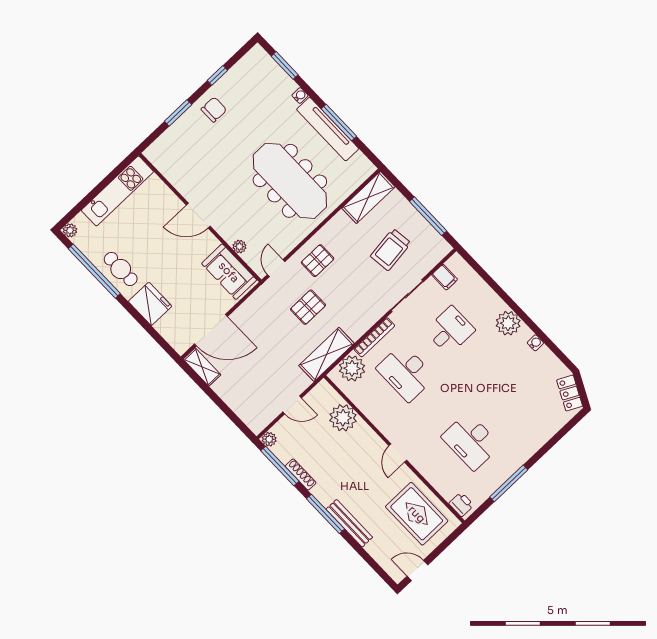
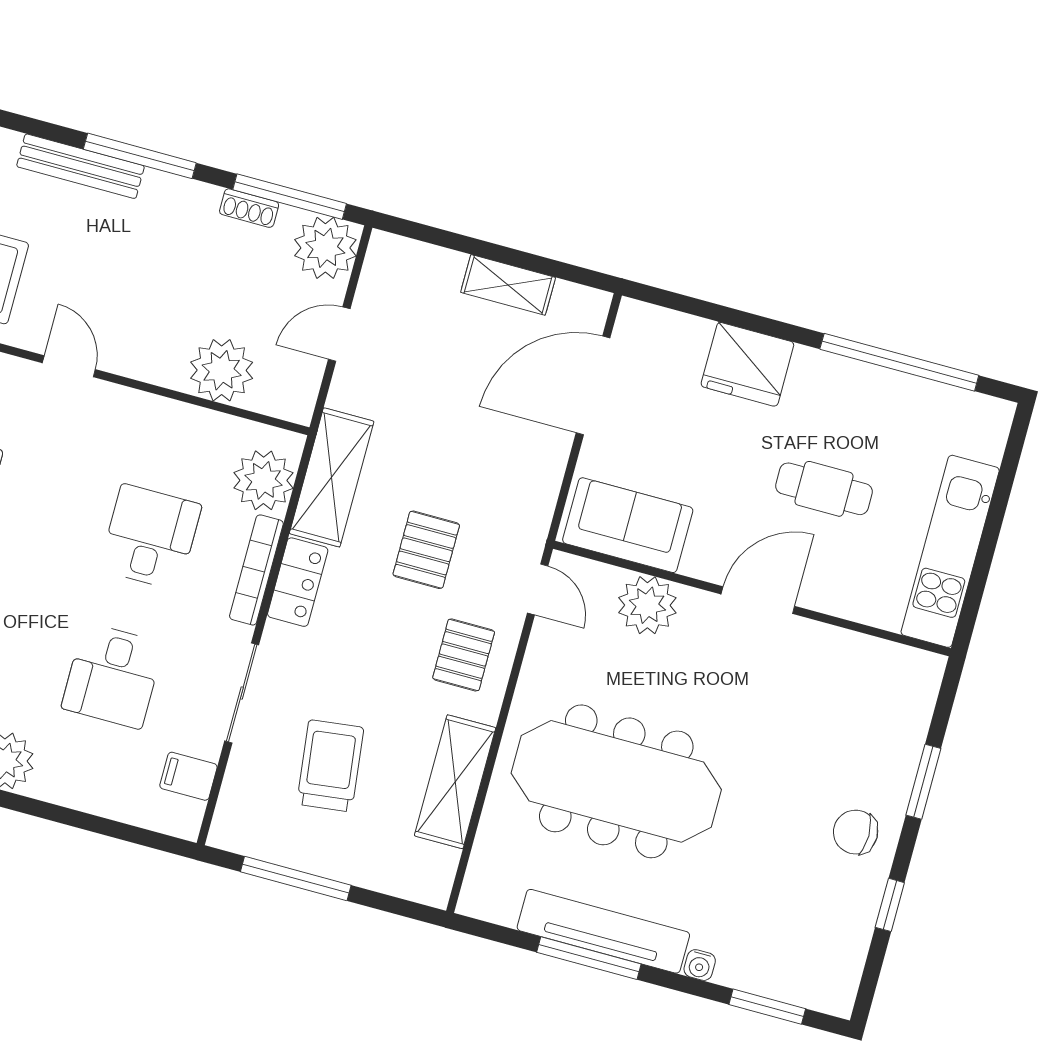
chair: (214, 110) -> (856, 832), turned 90
shelving: (368, 197) -> (455, 782), moved
plant: (70, 230) -> (997, 415), removed
plant: (239, 247) -> (647, 605), width x1.88, depth x1.88
cafe table: (121, 269) -> (824, 489), moved
locker: (362, 324) -> (298, 582), added
shelving: (202, 367) -> (508, 285), moved
desk: (406, 373) -> (150, 537), width x0.73
plant: (269, 439) -> (325, 248), width x1.87, depth x1.87
shoe rack: (301, 474) -> (249, 208), width x0.70

